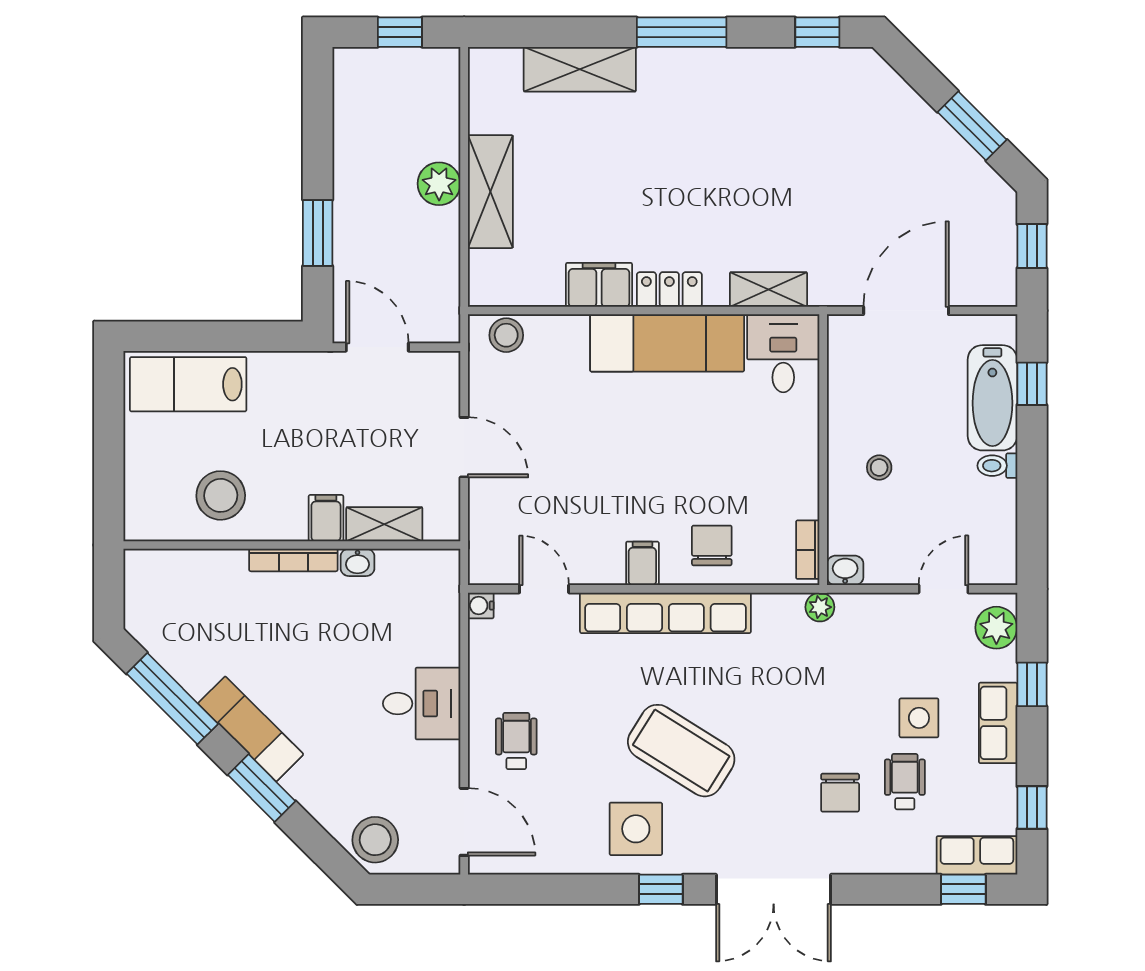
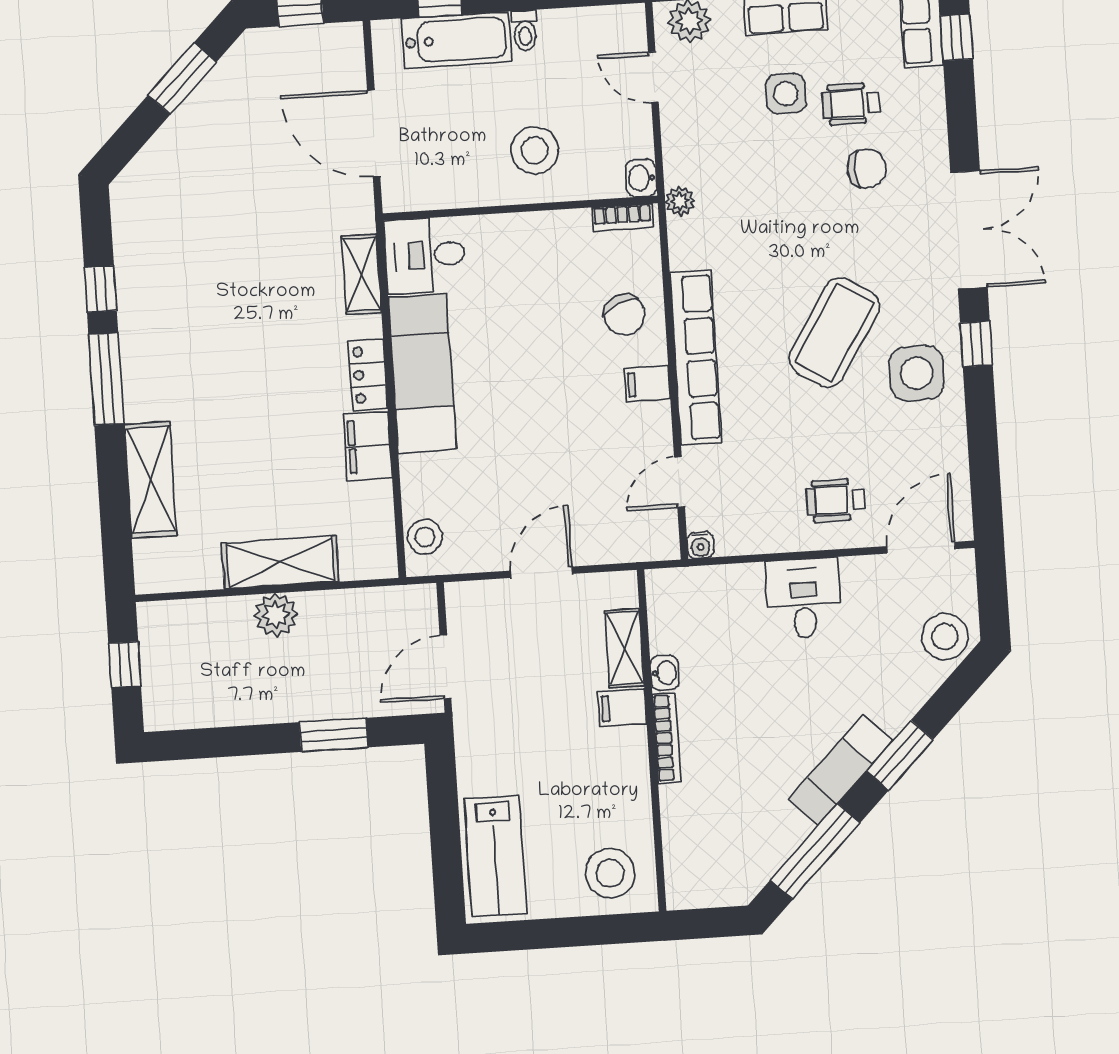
window: (817, 32) -> (100, 289), moved
stool: (879, 467) -> (535, 150), width x1.89, depth x1.89
stool: (221, 495) -> (610, 873), moved
chair: (712, 545) -> (625, 315), turned -114

